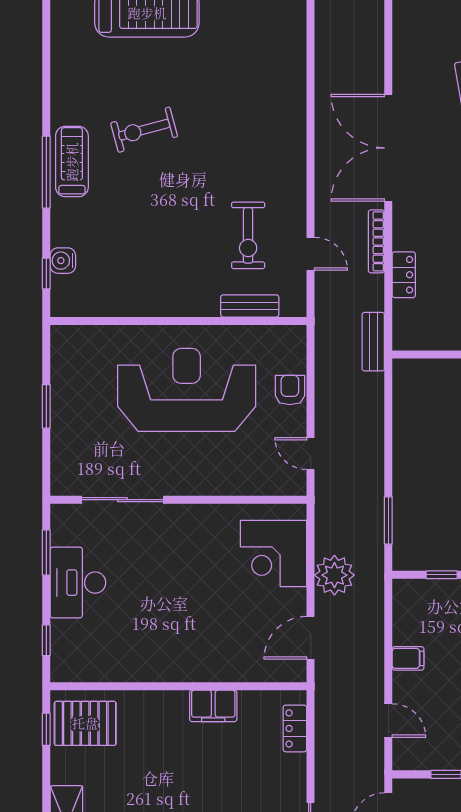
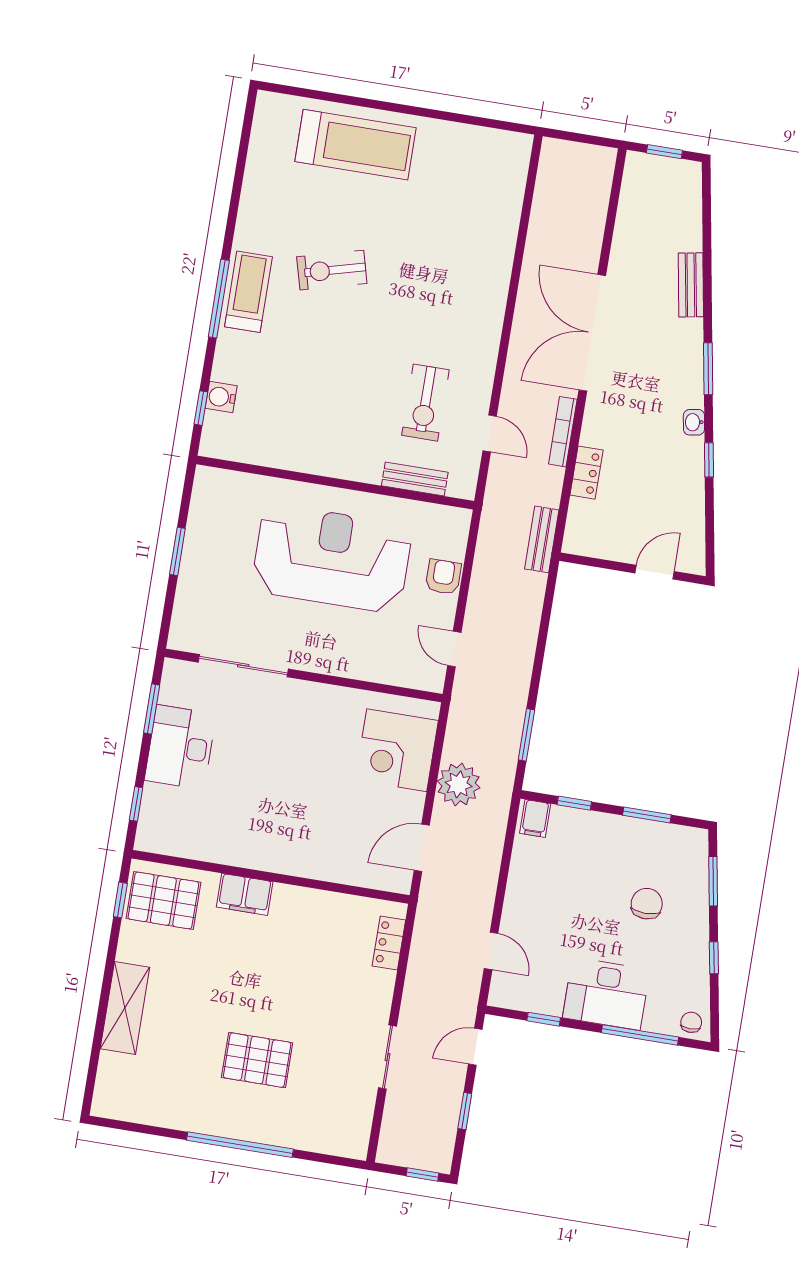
filing cabinet: (408, 658) -> (535, 818), moved, turned 90
filing cabinet: (213, 706) -> (245, 894), moved

